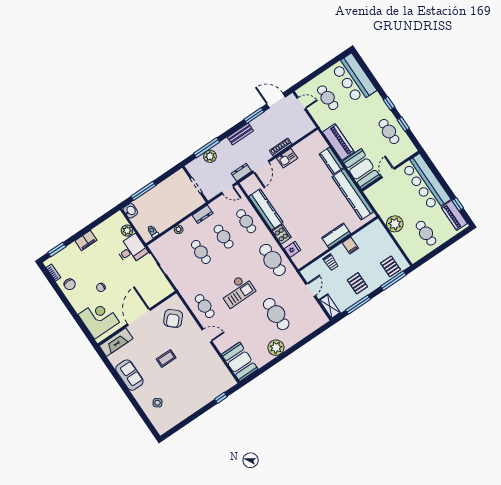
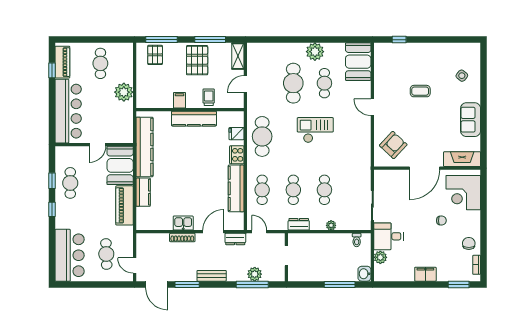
kitchen counter: (336, 236) -> (194, 119), width x1.50
pallet: (357, 283) -> (197, 60), width x1.50, depth x1.42
cafe table: (205, 306) -> (324, 83), moved
coffee table: (166, 358) -> (420, 91), moved

